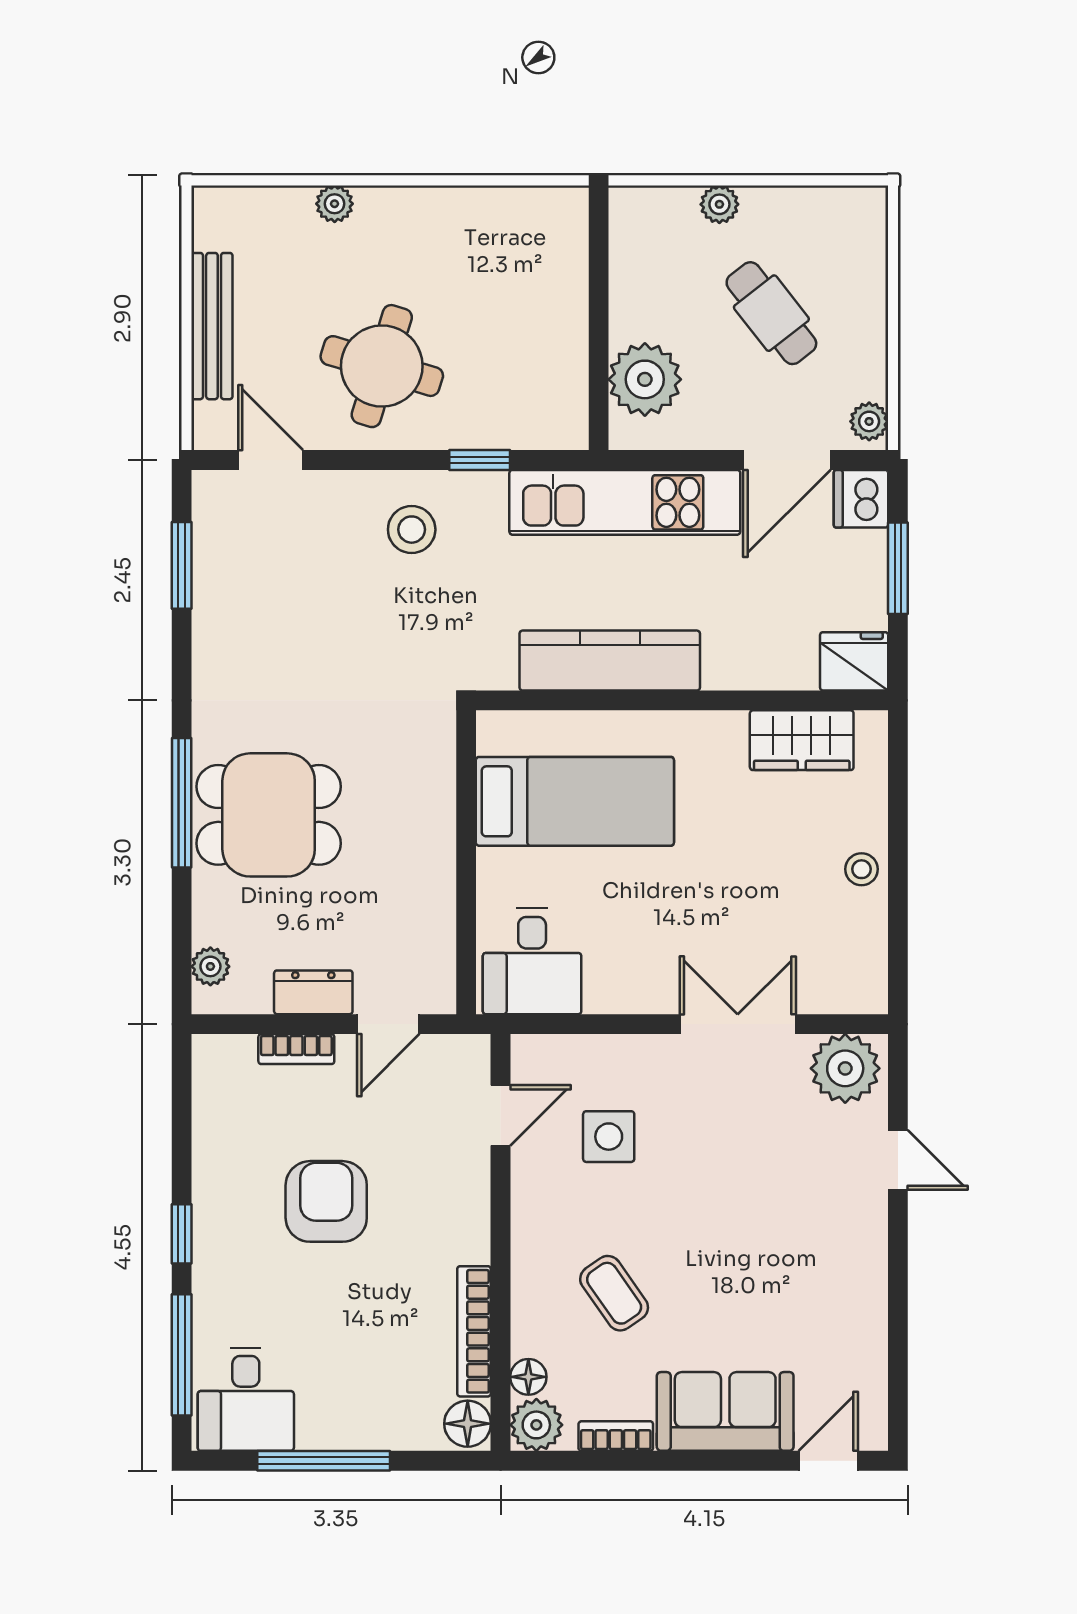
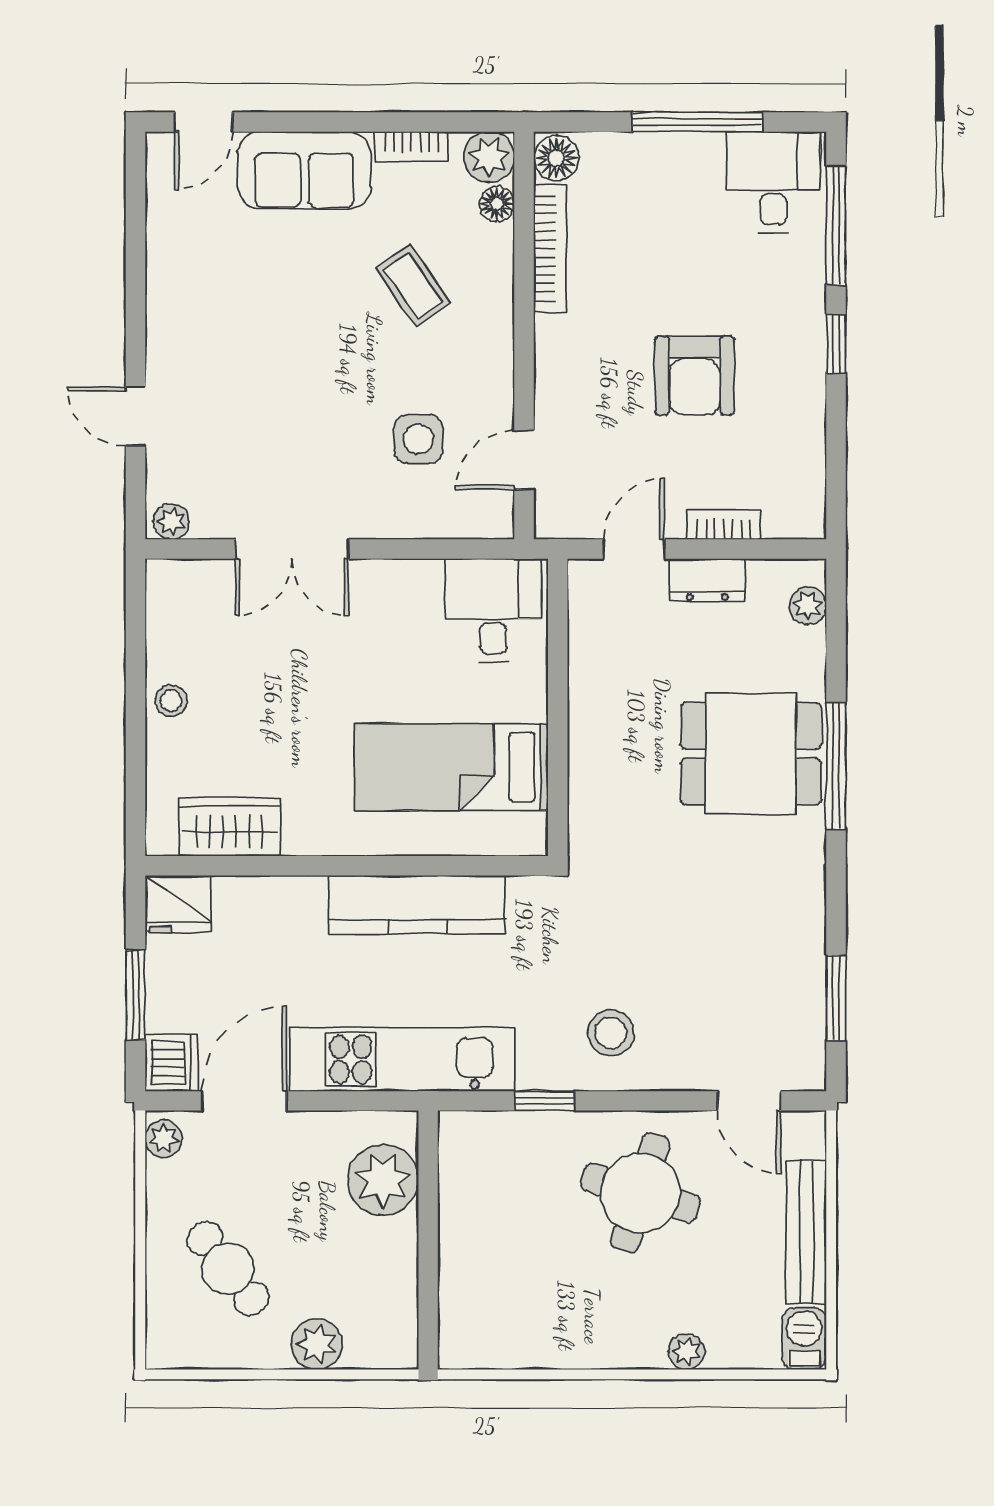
plant: (719, 204) -> (317, 1344), width x1.38, depth x1.38
barbecue: (214, 217) -> (804, 1339), added
cafe table: (771, 313) -> (228, 1269), moved
plant: (845, 1068) -> (171, 522), width x0.53, depth x0.53

